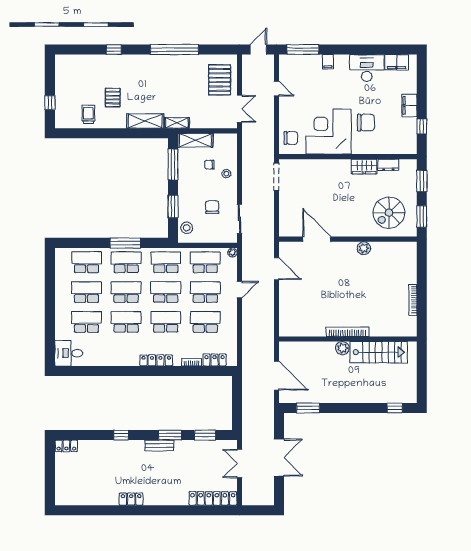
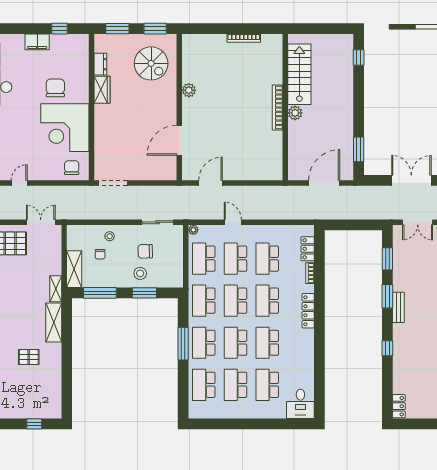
trolley: (88, 114) -> (47, 383), removed
stool: (187, 228) -> (140, 273), moved

